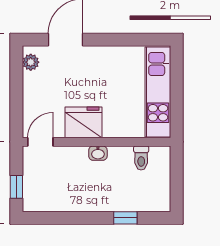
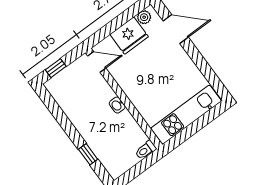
fridge: (83, 122) -> (129, 36), moved, turned 90
toilet: (141, 158) -> (146, 150), moved

